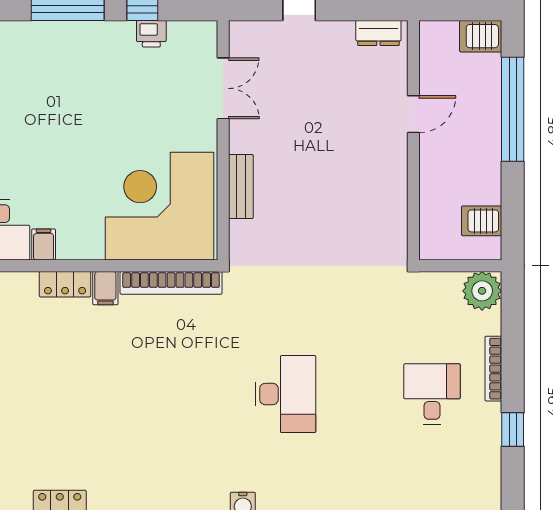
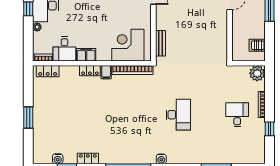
bench: (241, 187) -> (160, 43), moved
corner desk: (160, 206) -> (128, 45), width x0.74, depth x0.74
filing cabinet: (44, 245) -> (86, 55), width x2.00

